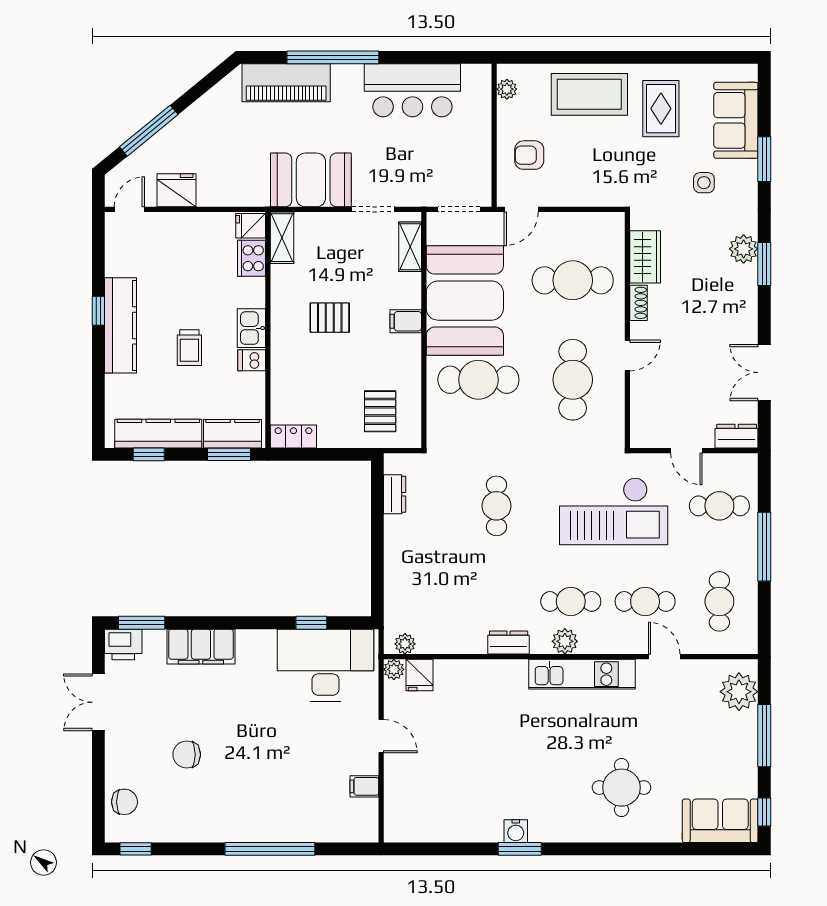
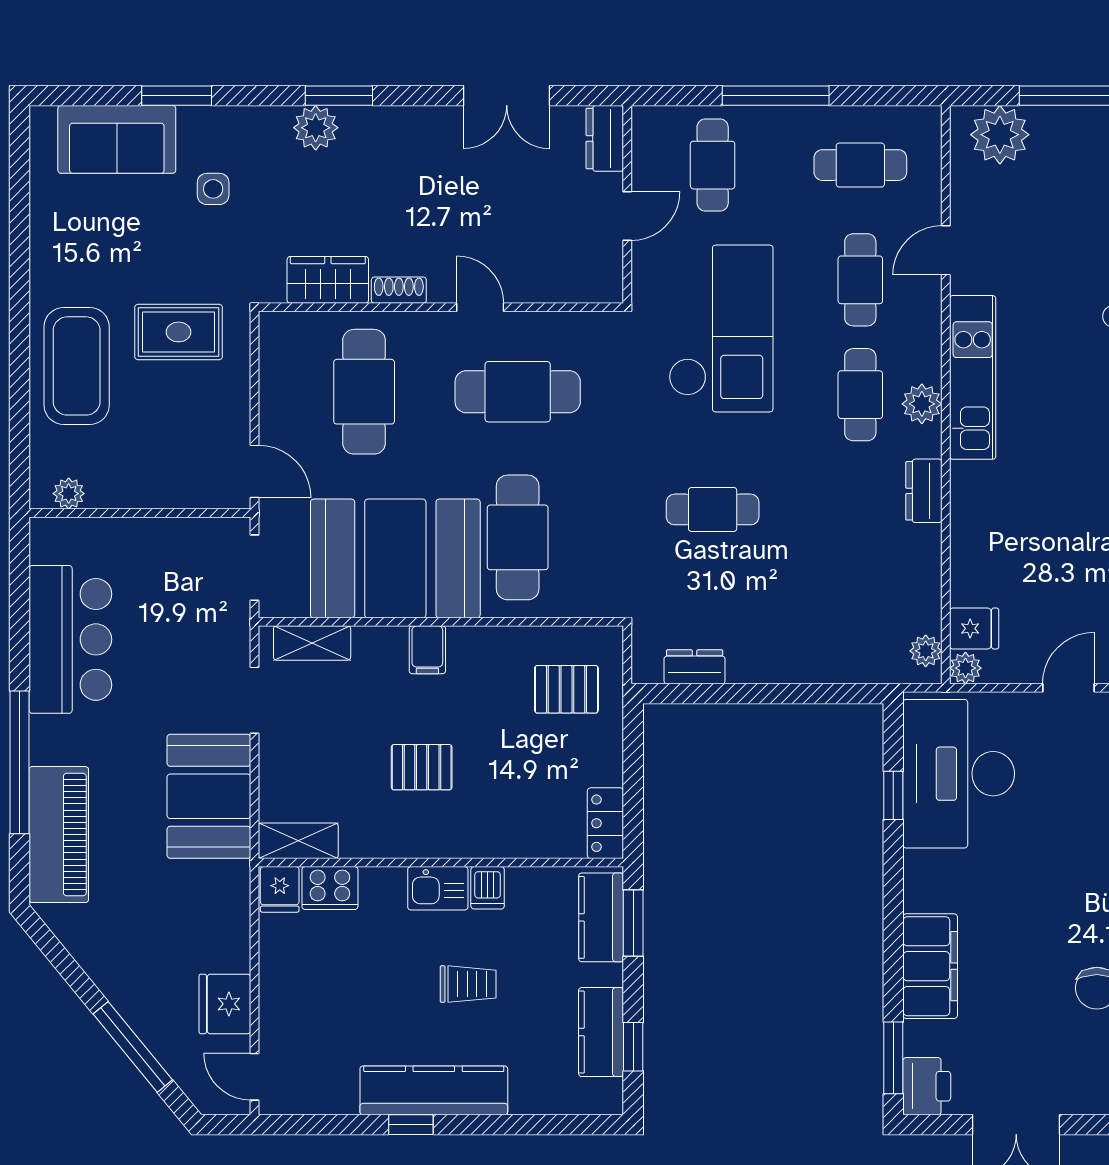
rug: (661, 109) -> (179, 332), moved
armchair: (529, 155) -> (171, 459), removed
pallet: (330, 318) -> (422, 767), turned 90
kitchen counter: (158, 434) -> (601, 1032), width x0.67

